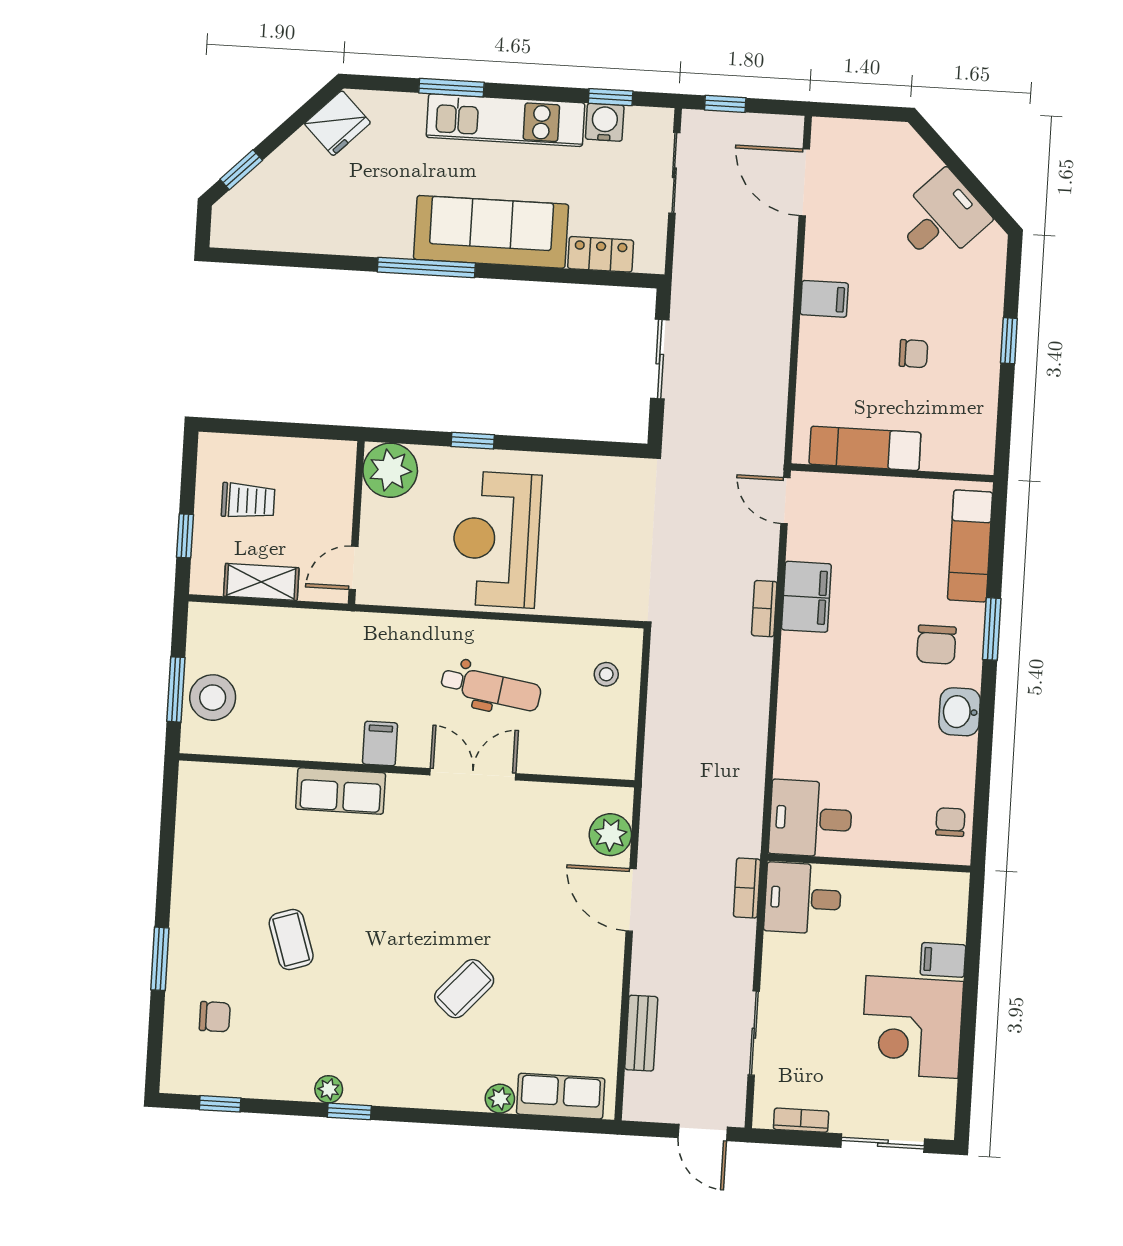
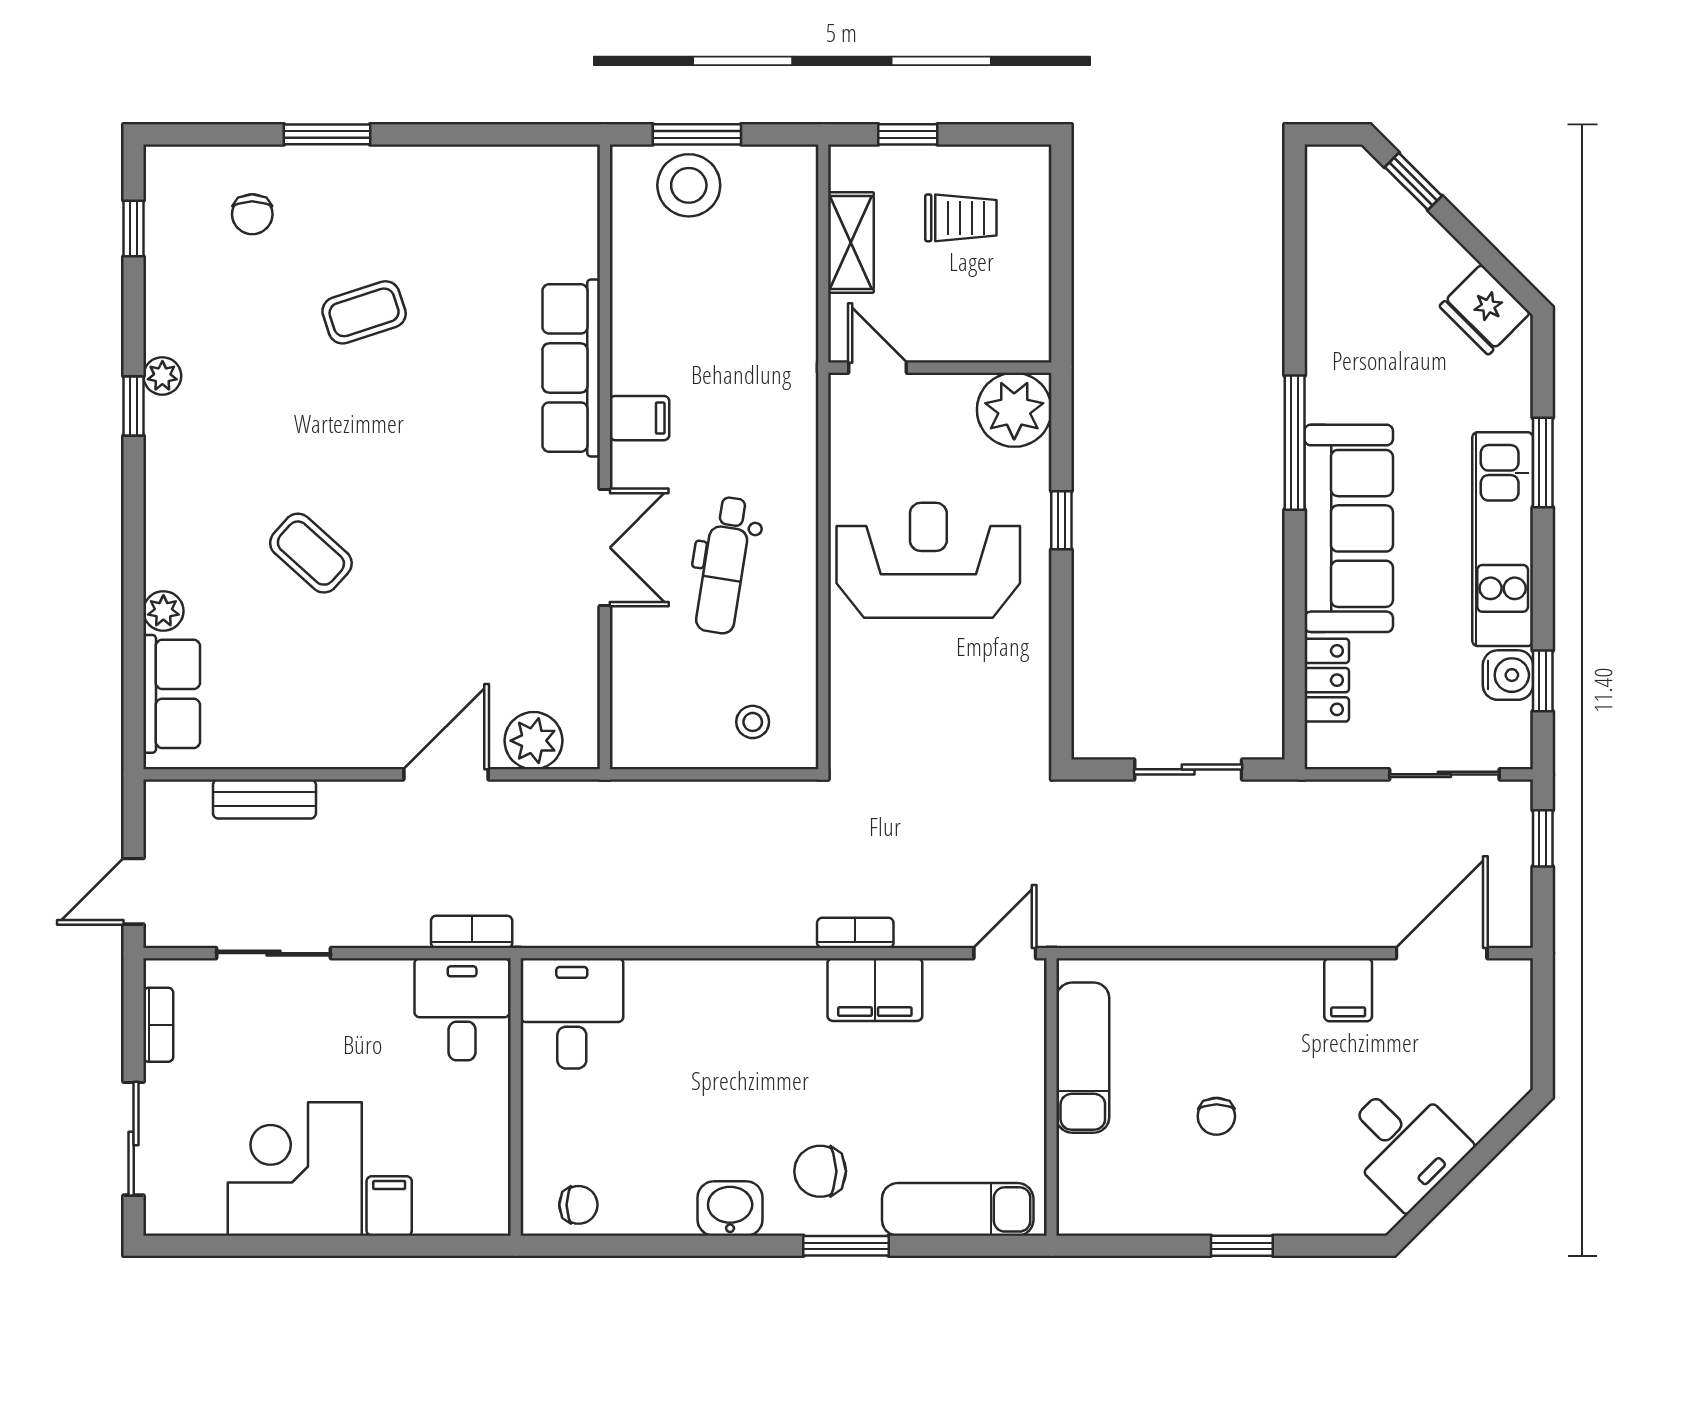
filing cabinet: (824, 299) -> (1348, 990), moved
trolley: (248, 501) -> (961, 218), turned -90
row of seats: (341, 791) -> (571, 368), width x1.48

